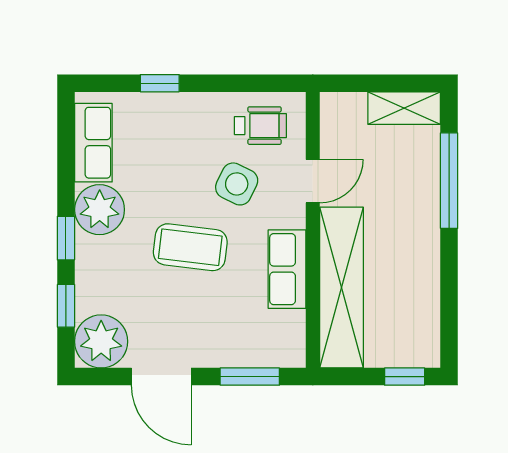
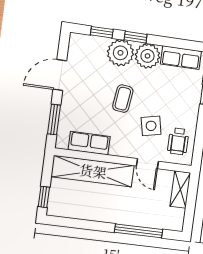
shelving: (404, 108) -> (180, 189), moved
side table: (237, 184) -> (151, 126), turned -38
coffee table: (190, 247) -> (123, 99), width x0.73, depth x0.77
row of seats: (287, 269) -> (89, 143), moved
plant: (101, 341) -> (120, 53), moved

